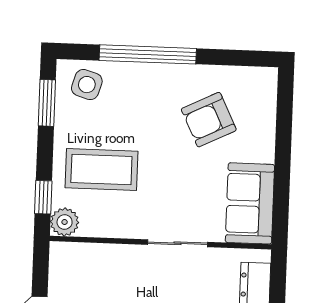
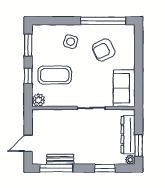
window: (148, 54) -> (103, 21), moved
side table: (87, 85) -> (71, 42), moved
window: (43, 197) -> (28, 76), moved

